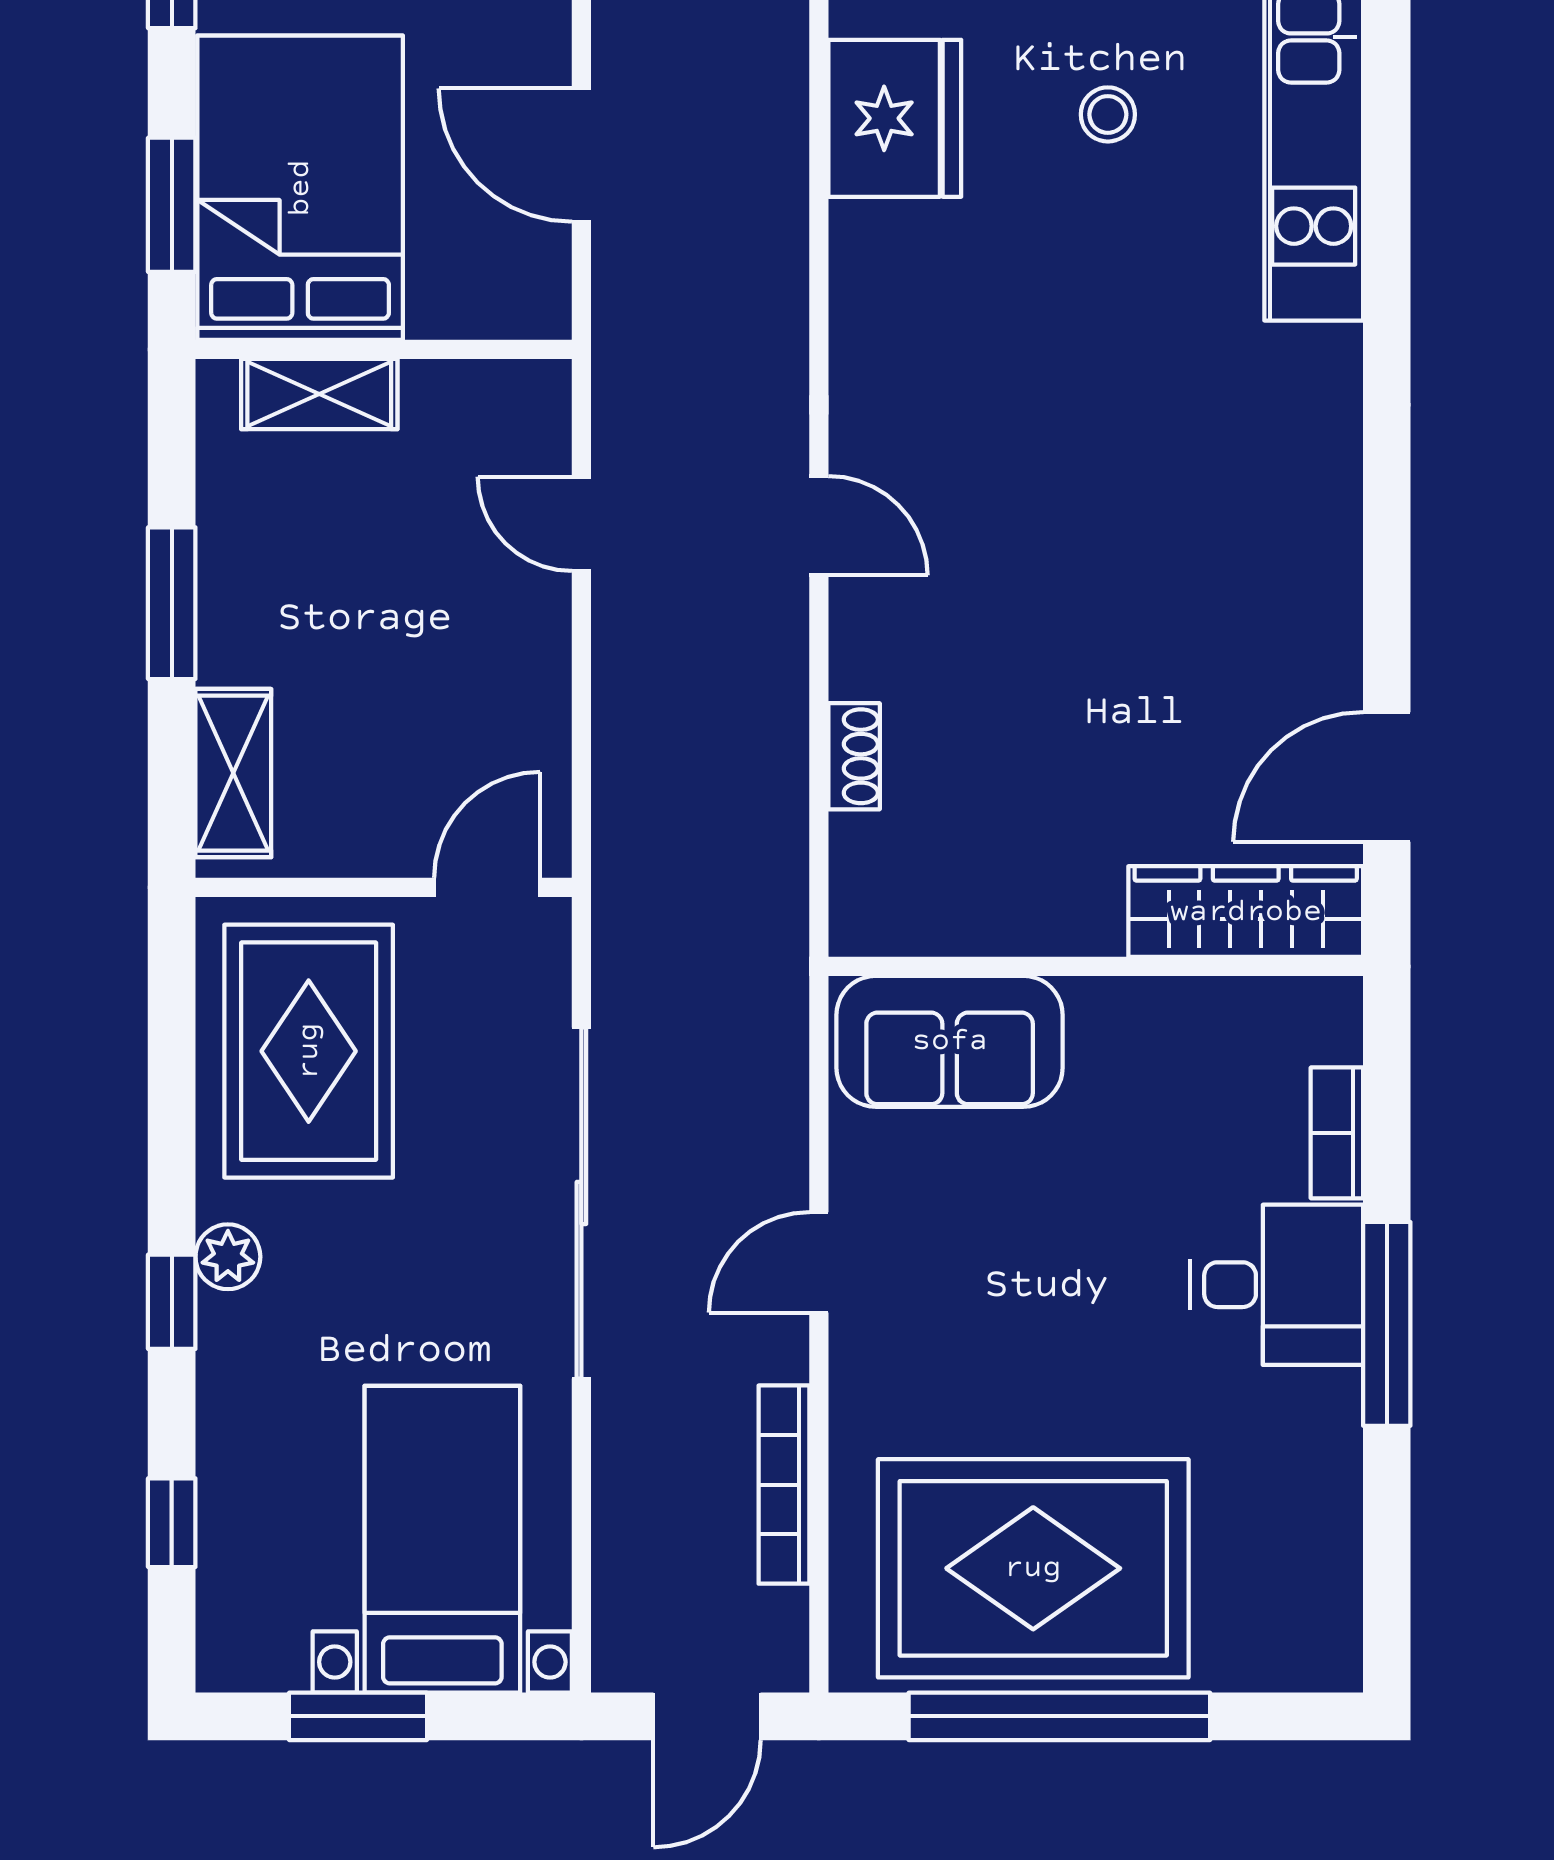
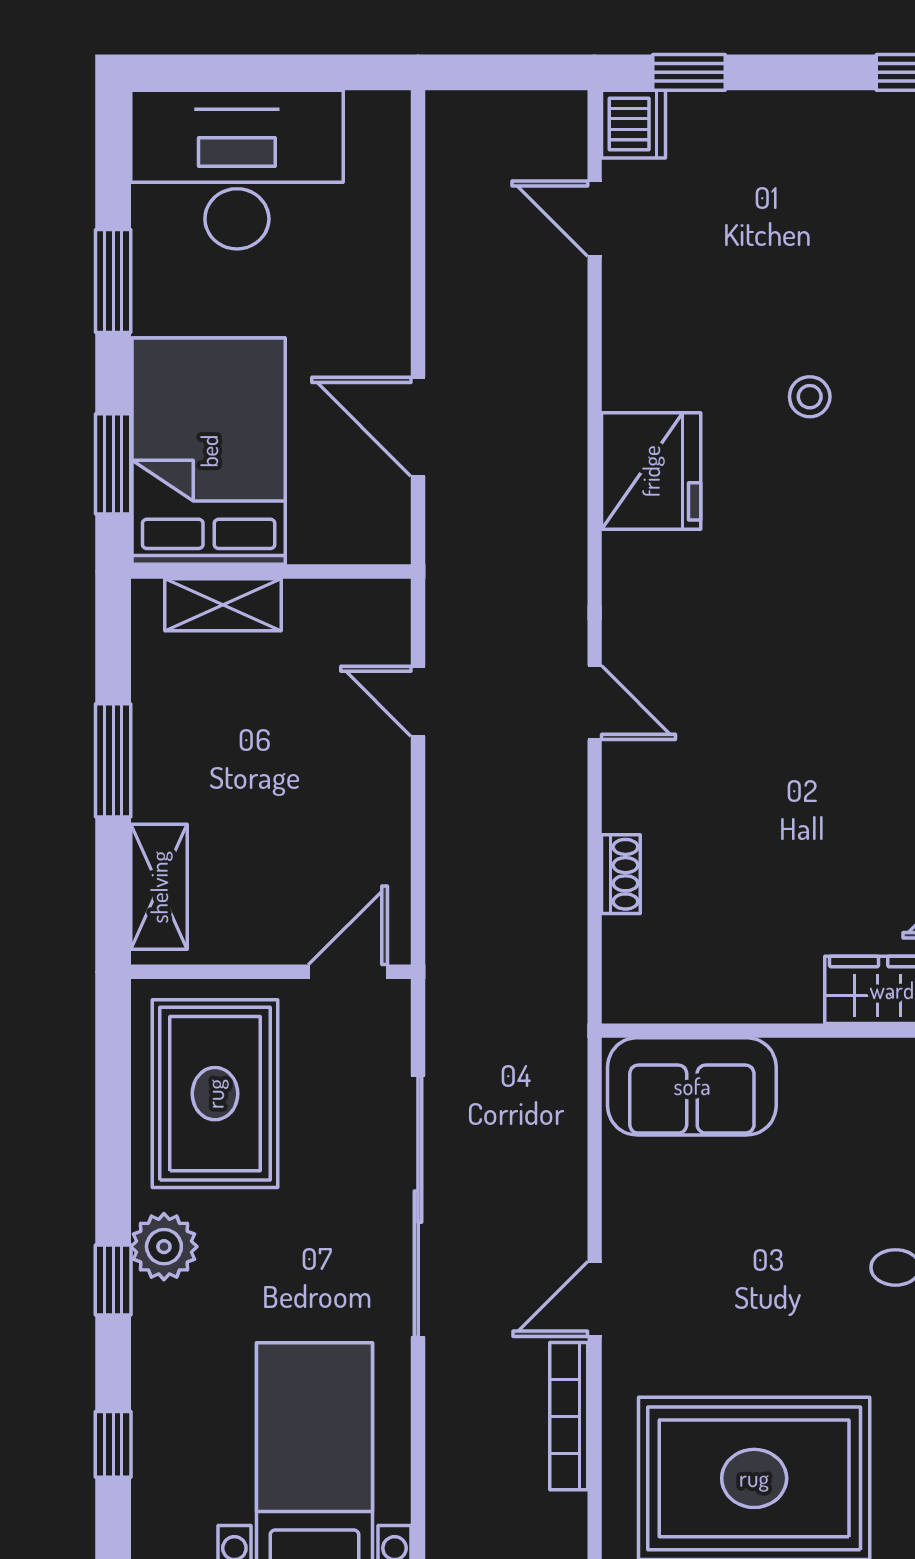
fridge: (895, 118) -> (651, 471), moved
plant: (228, 1257) -> (164, 1247), width x1.38, depth x1.38
door: (819, 1262) -> (595, 1299), moved

